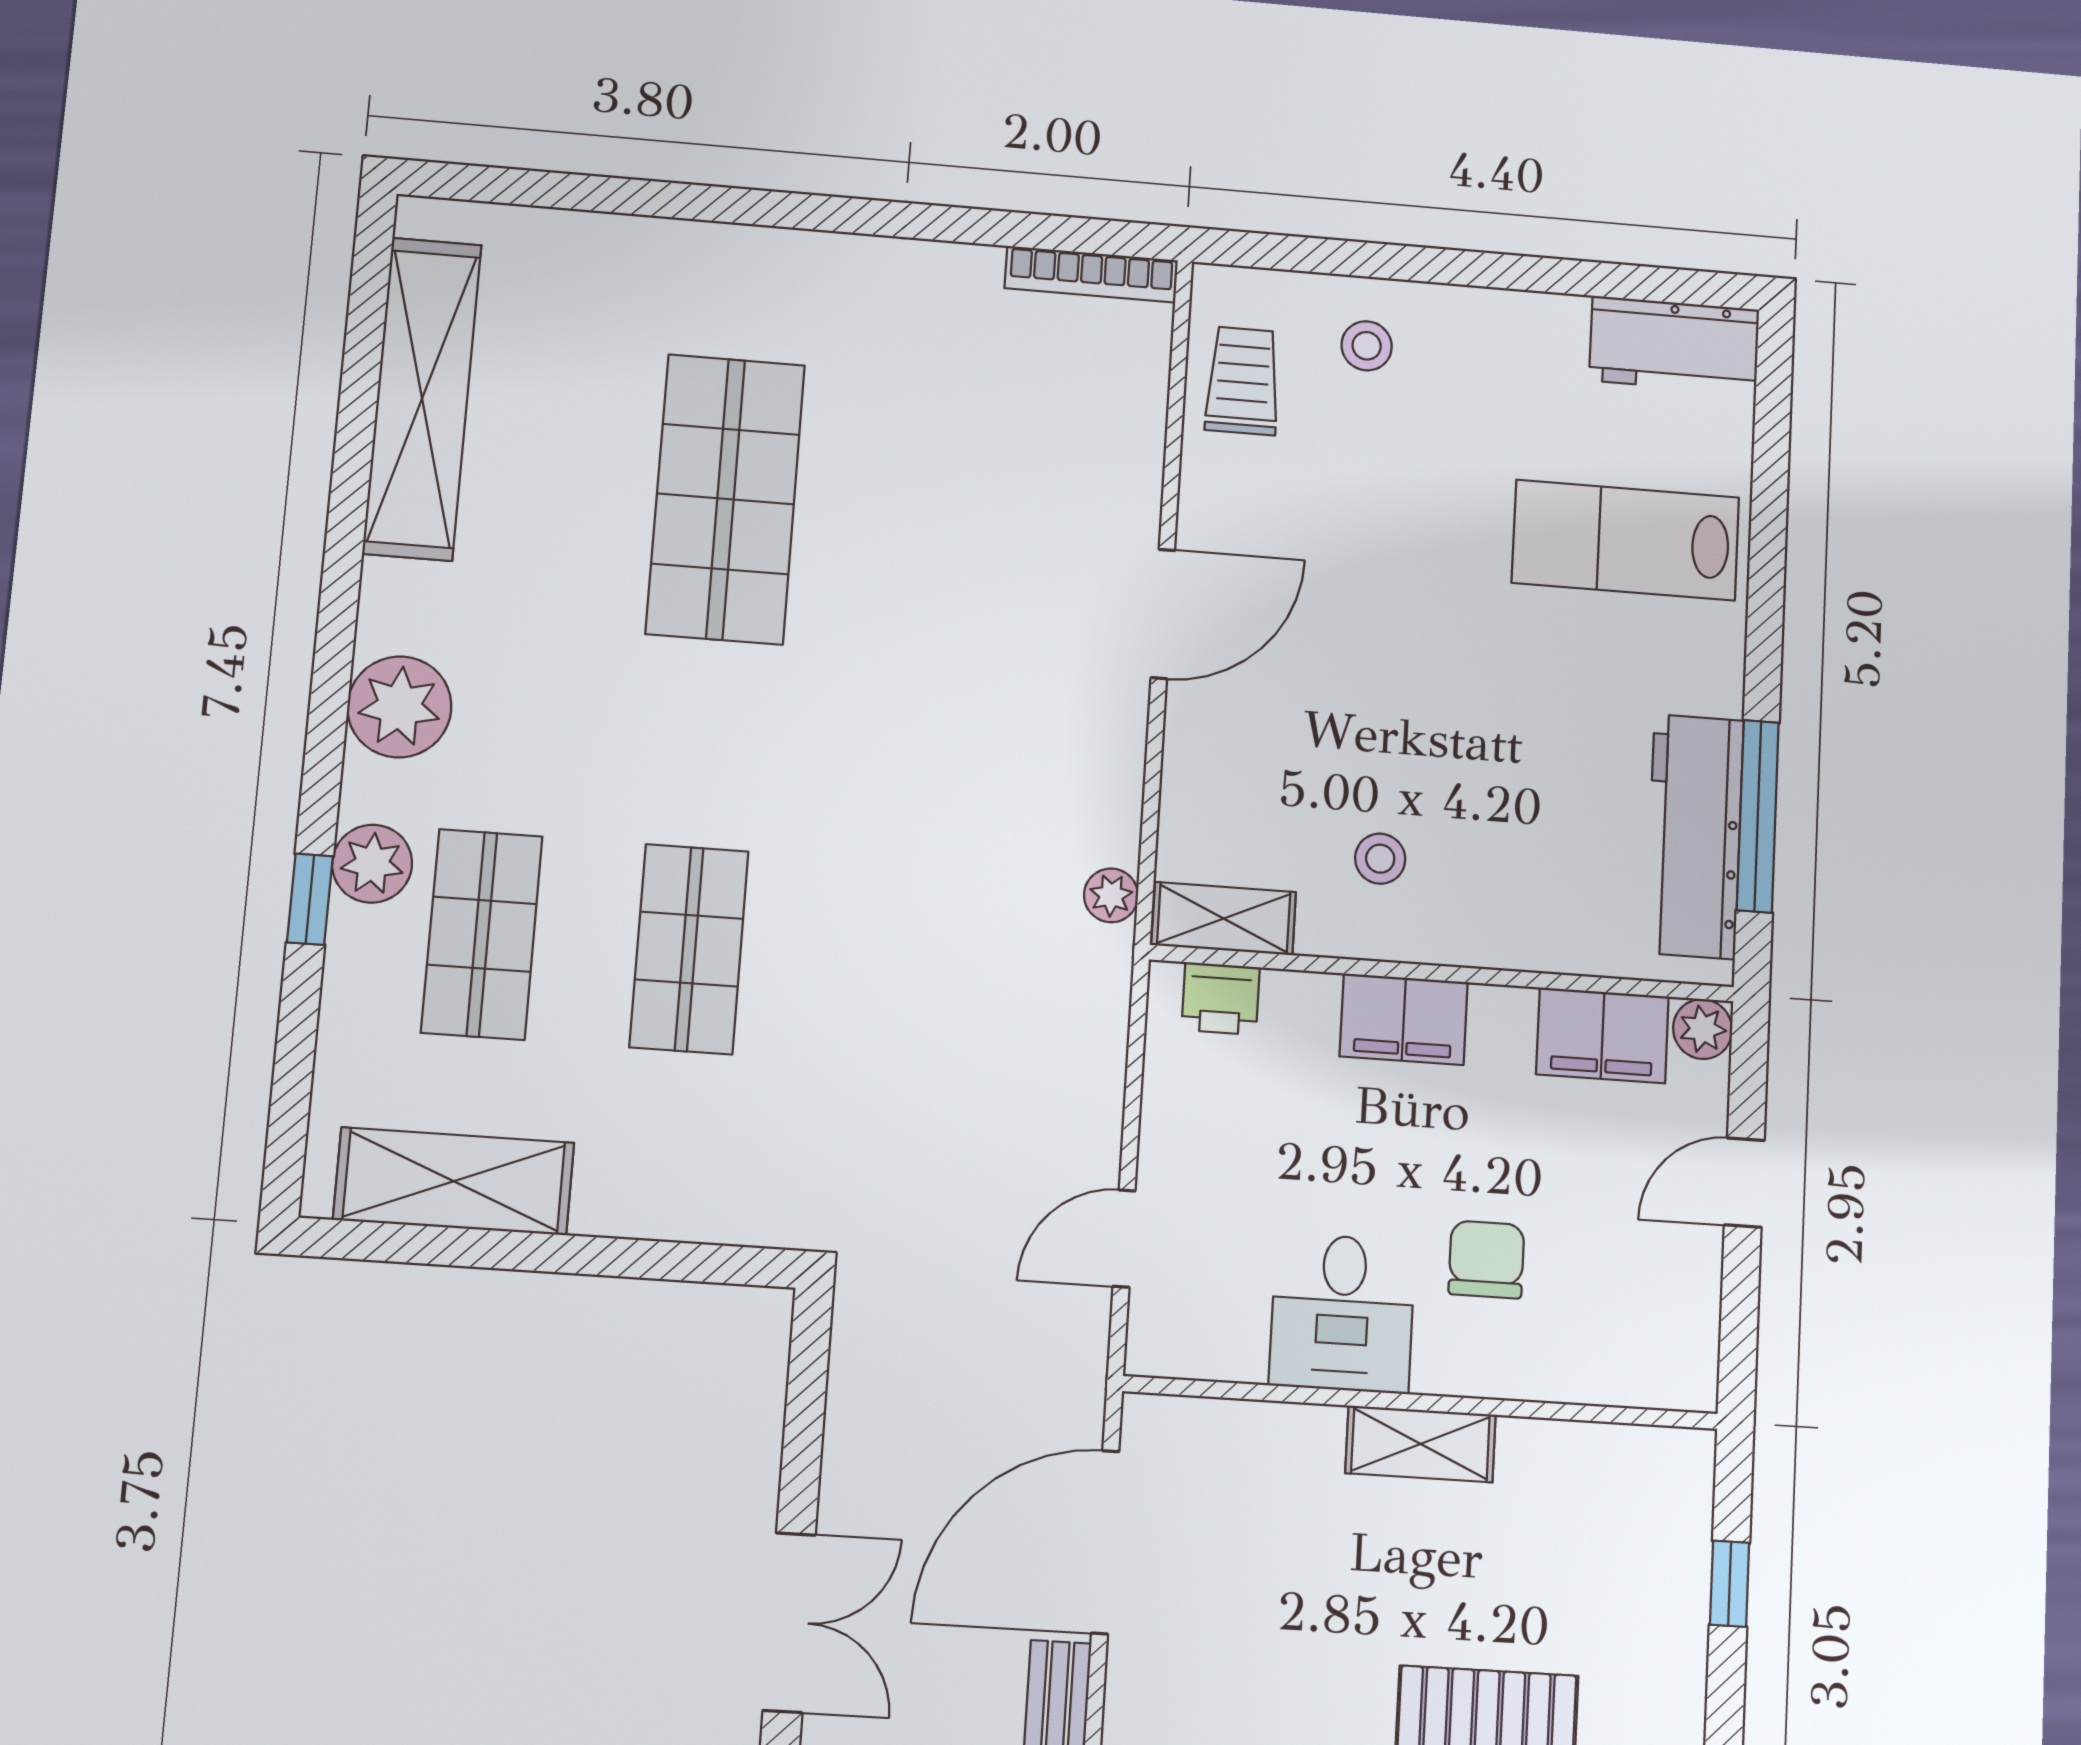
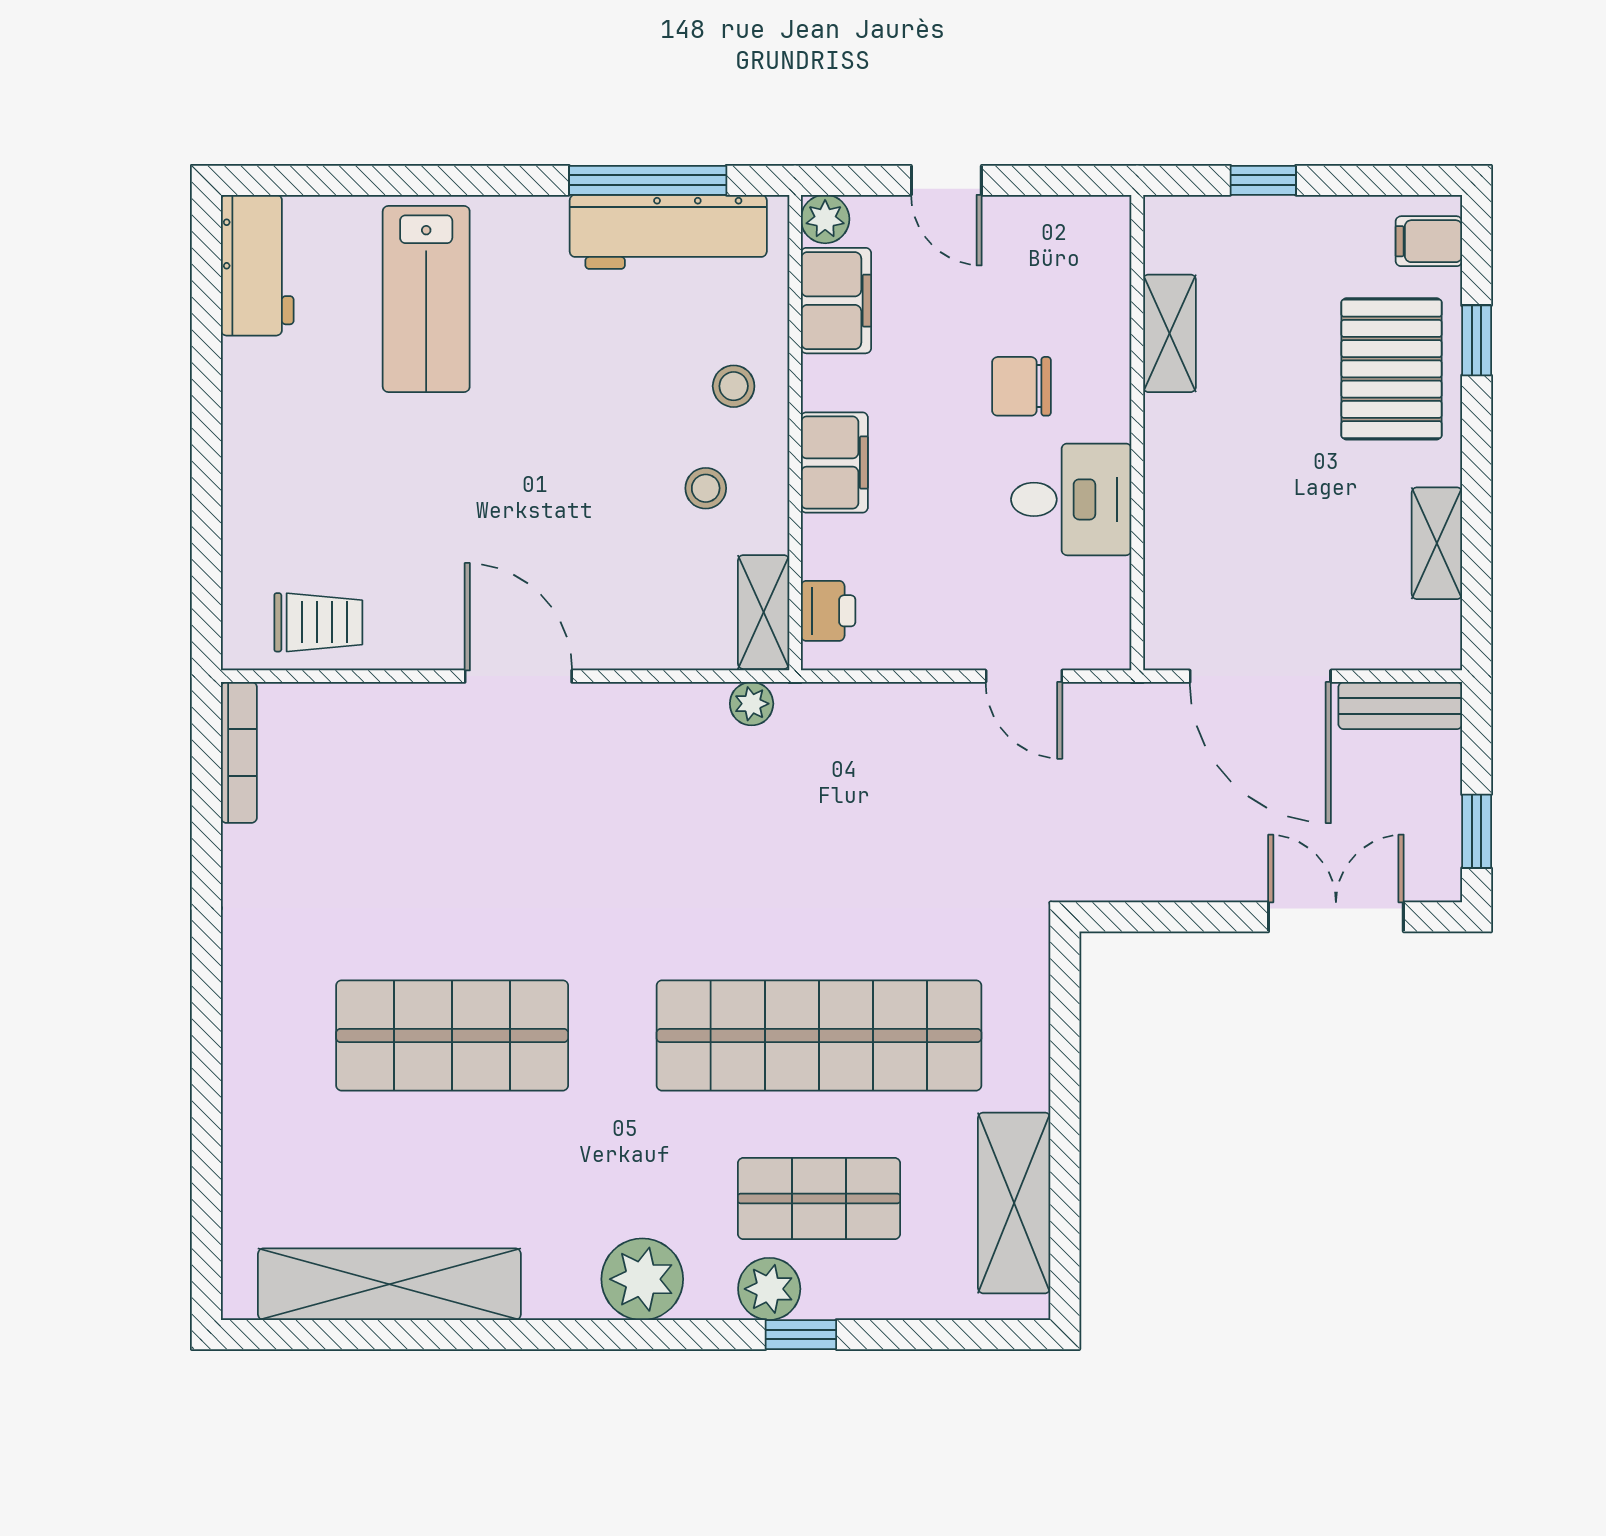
stool: (1367, 346) -> (734, 386), moved
trolley: (1243, 381) -> (318, 622), turned 180
shop shelf: (689, 949) -> (819, 1035), width x2.00, depth x1.36
shelving: (1421, 1444) -> (1169, 333), moved

